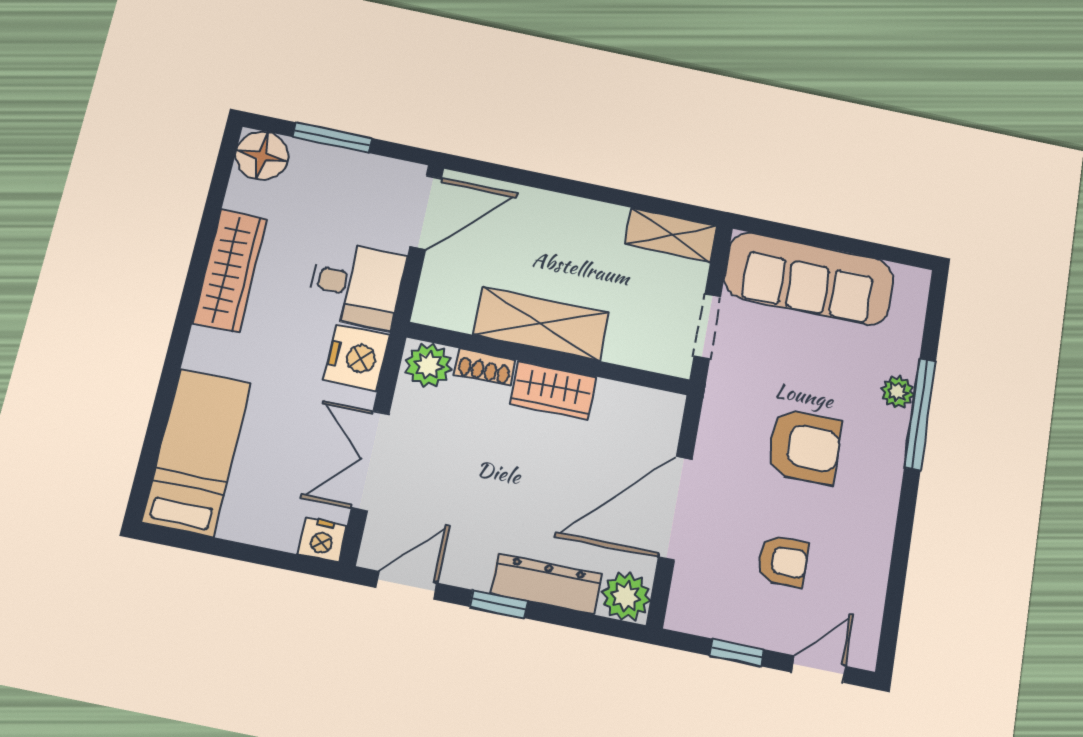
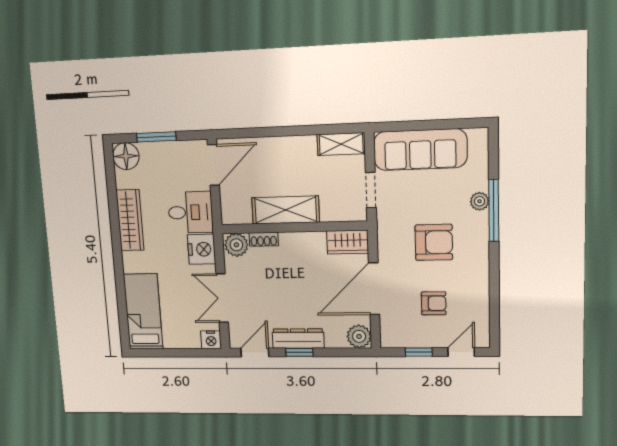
wardrobe: (553, 390) -> (348, 242), moved
dresser: (546, 584) -> (298, 339), moved

